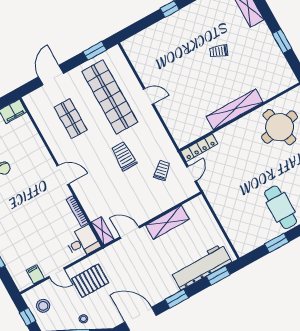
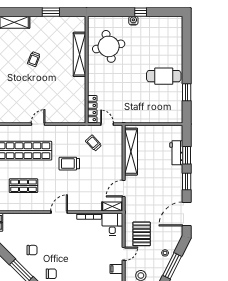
shelving: (235, 109) -> (79, 54), moved
shelving: (167, 222) -> (131, 152), width x1.47
workbench: (201, 267) -> (176, 153), width x0.53, depth x0.76
window: (218, 276) -> (187, 155), moved

